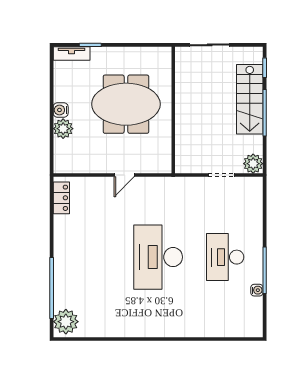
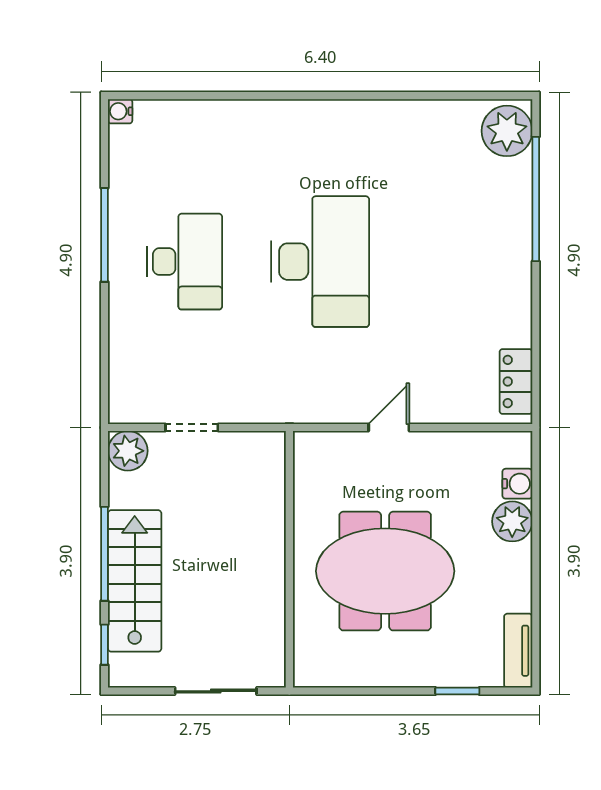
tv unit: (72, 54) -> (518, 651), moved, turned -90
water cooler: (61, 110) -> (517, 484), moved
water cooler: (257, 290) -> (120, 111), moved

